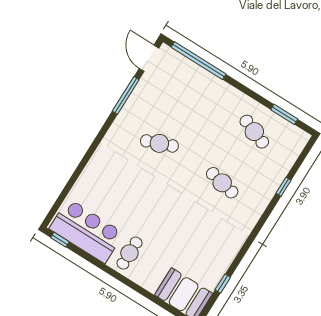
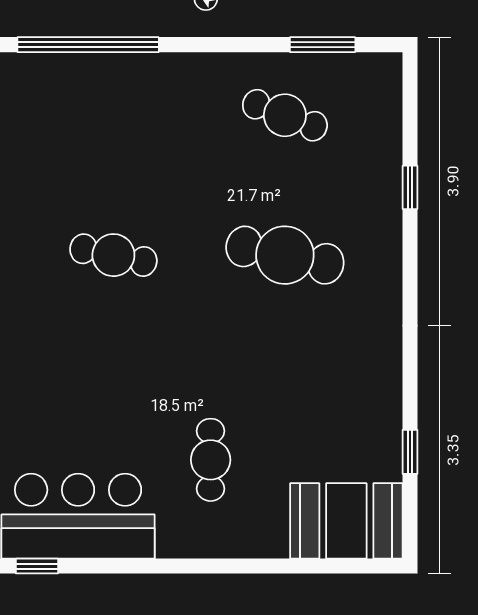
cafe table: (159, 143) -> (113, 255), turned 33
cafe table: (222, 183) -> (285, 255), width x1.37, depth x1.35
cafe table: (129, 253) -> (211, 460), moved

